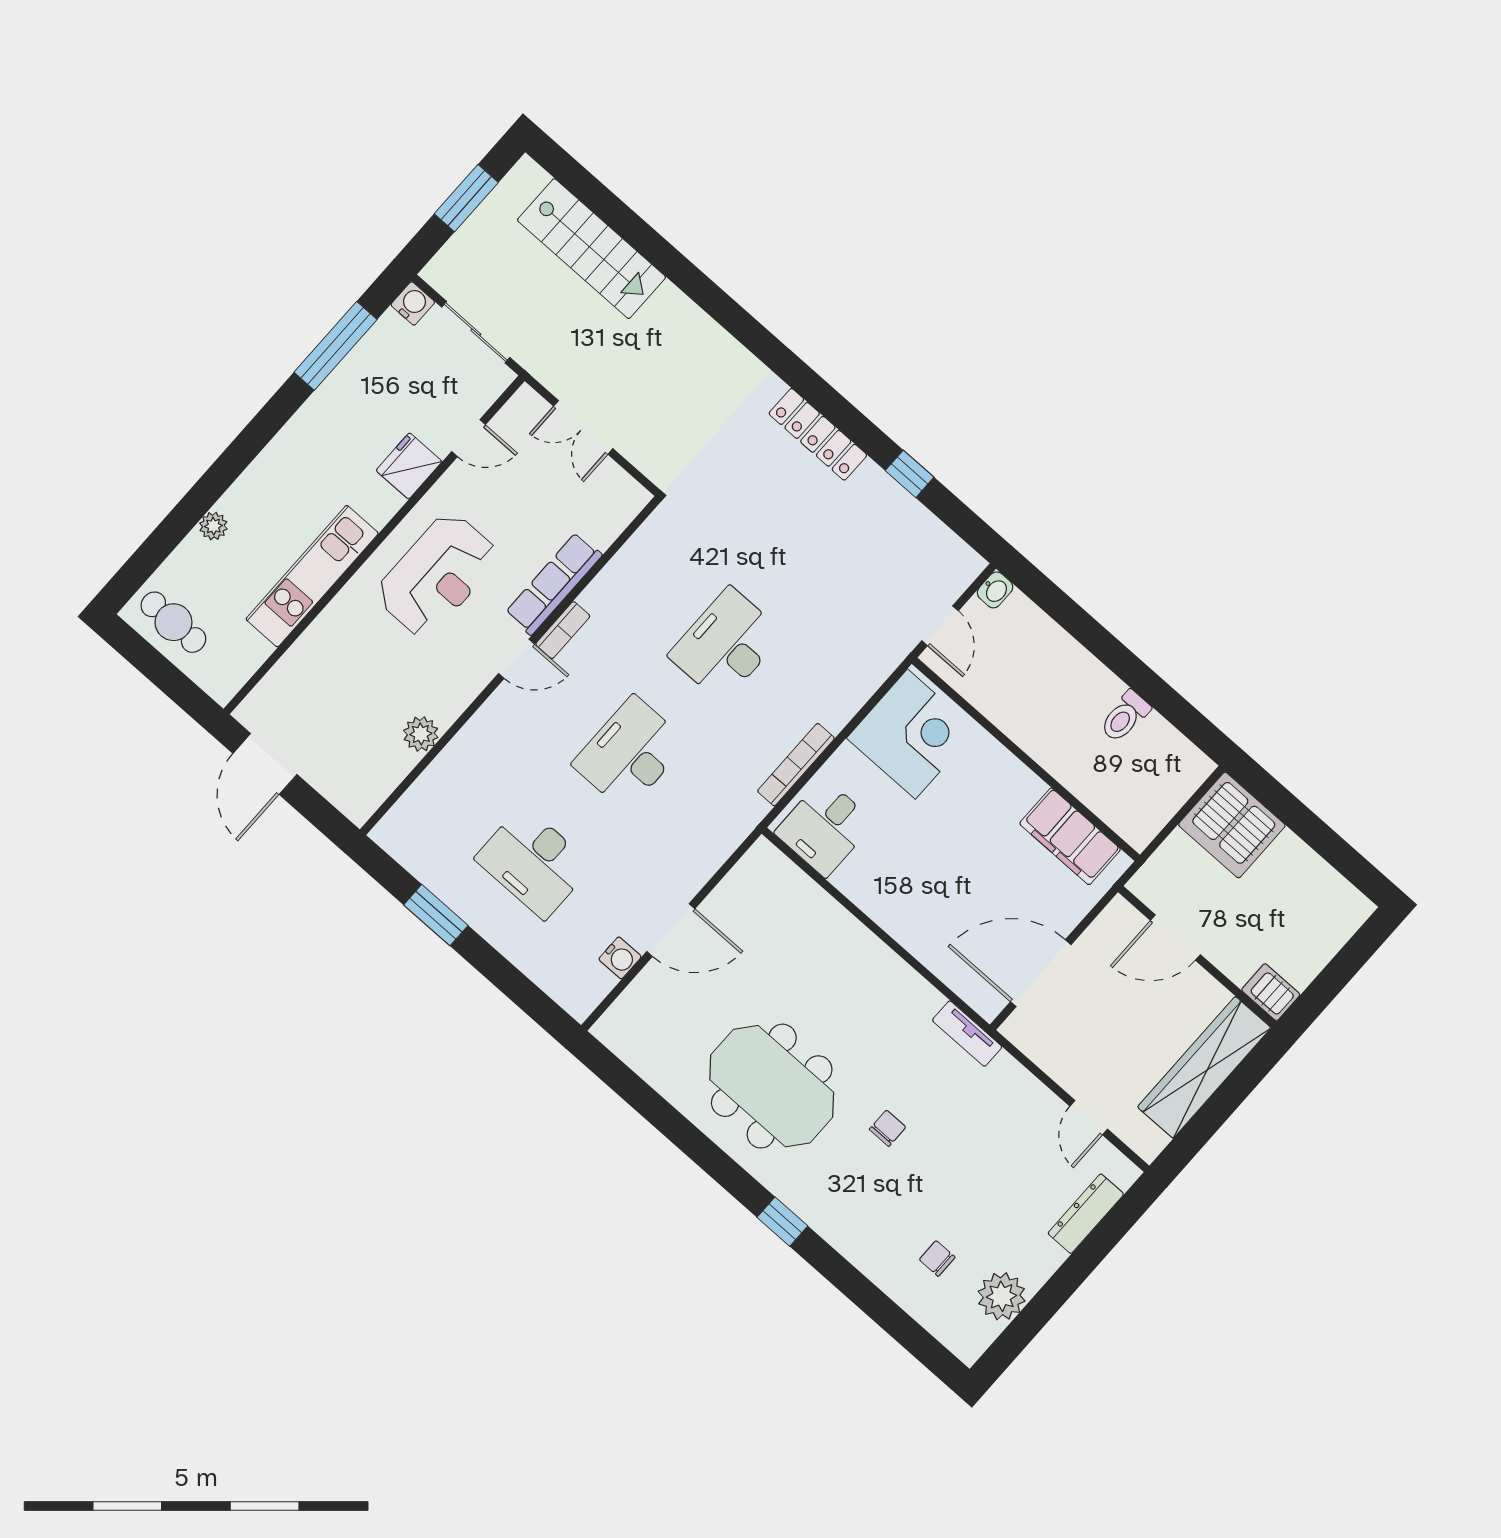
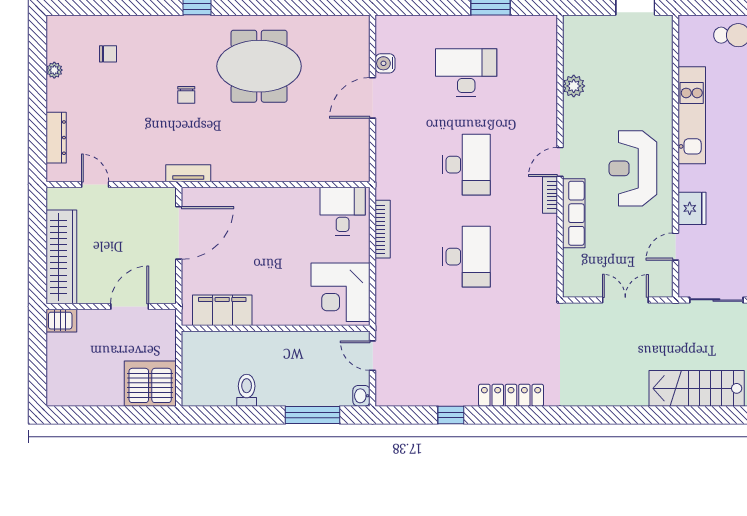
window: (1073, 618) -> (313, 415), added
plant: (1002, 1296) -> (54, 70), width x0.53, depth x0.53

